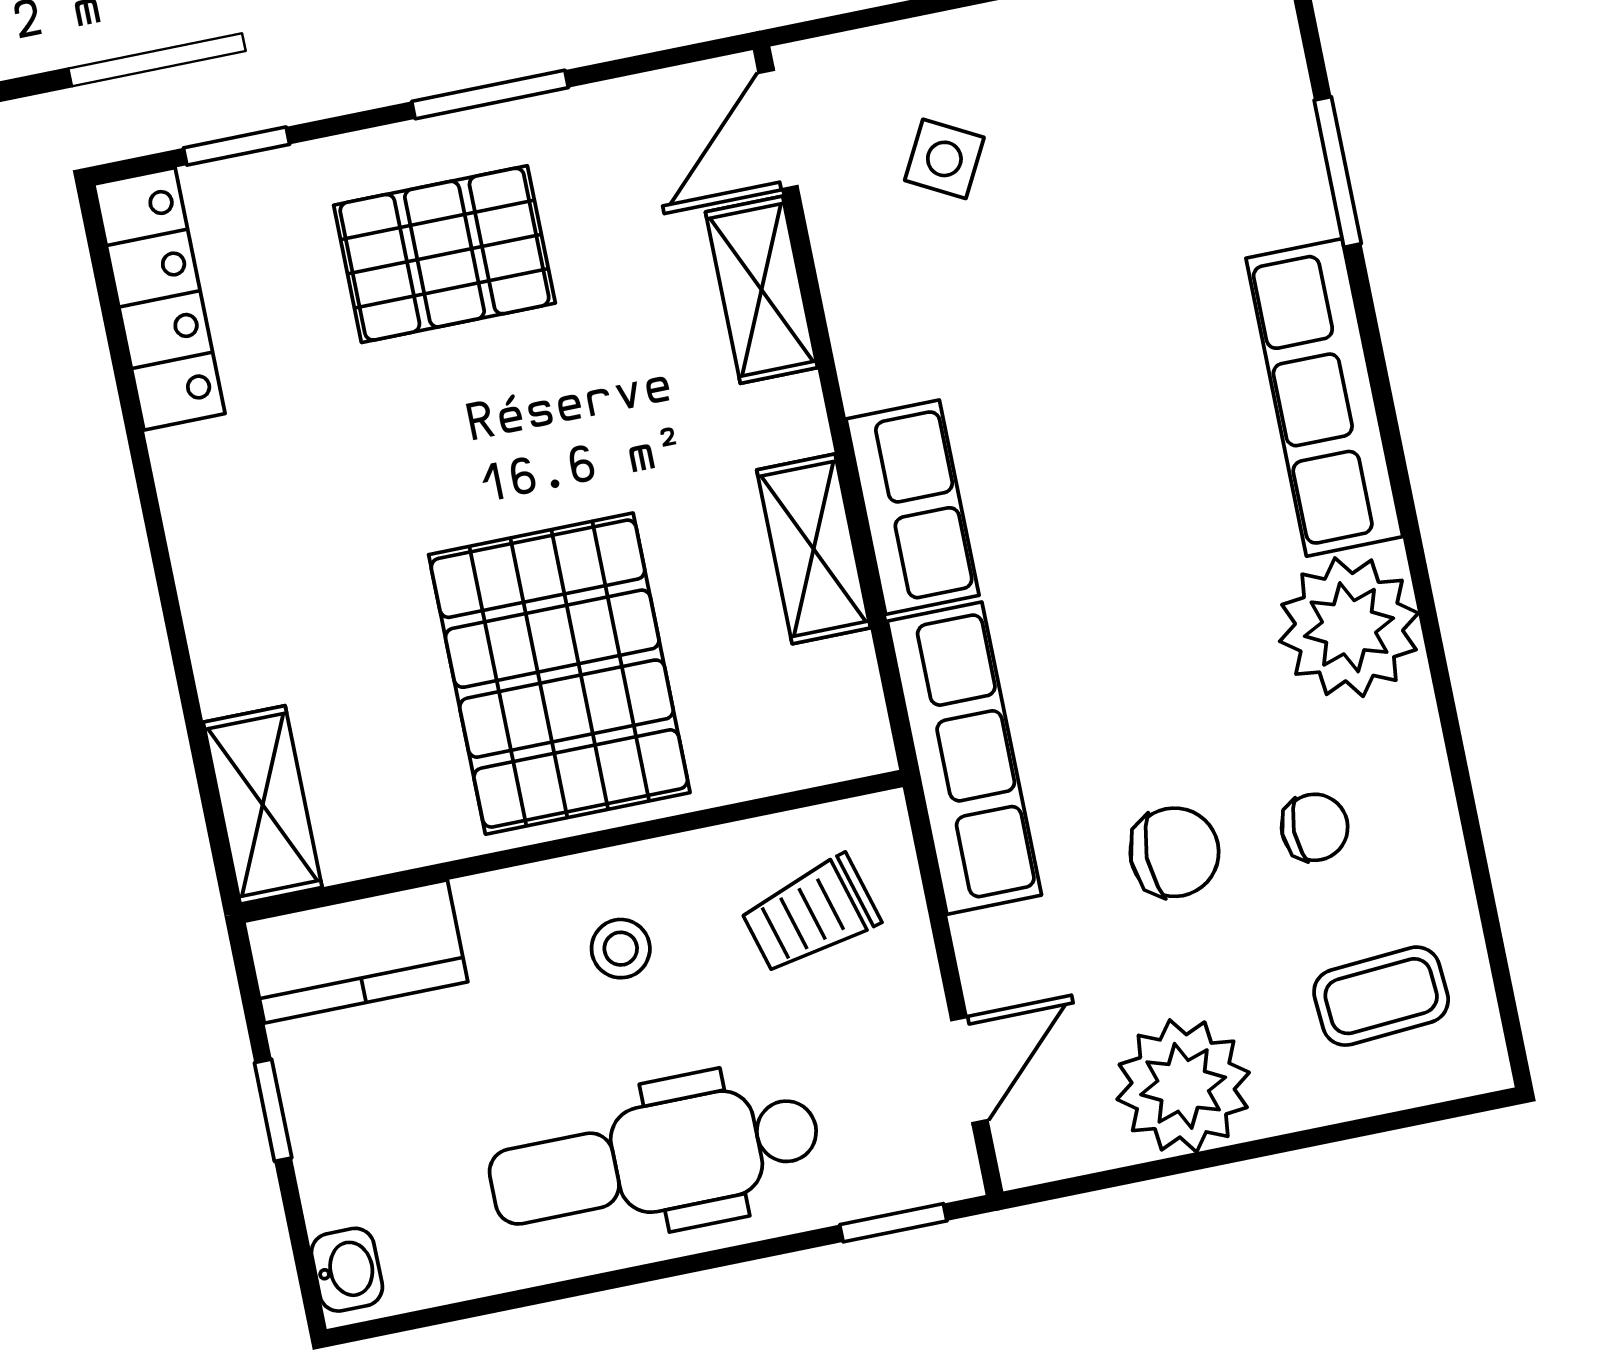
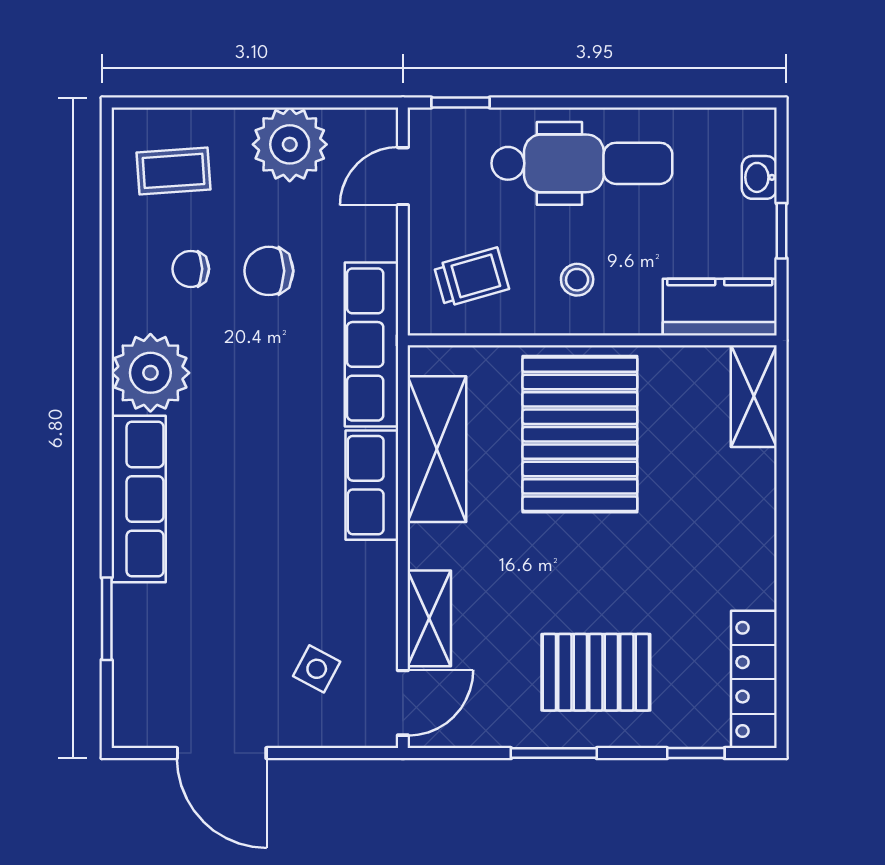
shelving: (814, 549) -> (437, 449), width x1.50, depth x1.33
washbasin: (347, 1270) -> (759, 177), moved

